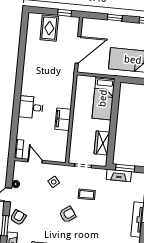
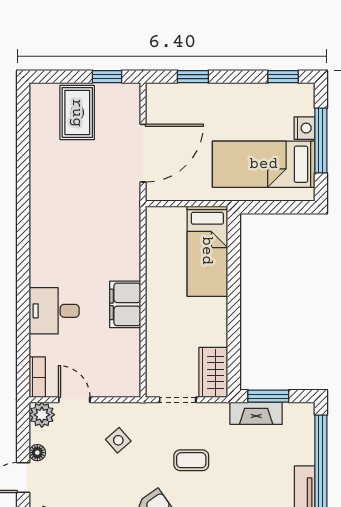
window: (115, 18) -> (193, 77), moved
desk: (31, 107) -> (54, 311), moved
wardrobe: (102, 143) -> (213, 372), moved
plant: (19, 167) -> (42, 415), added

